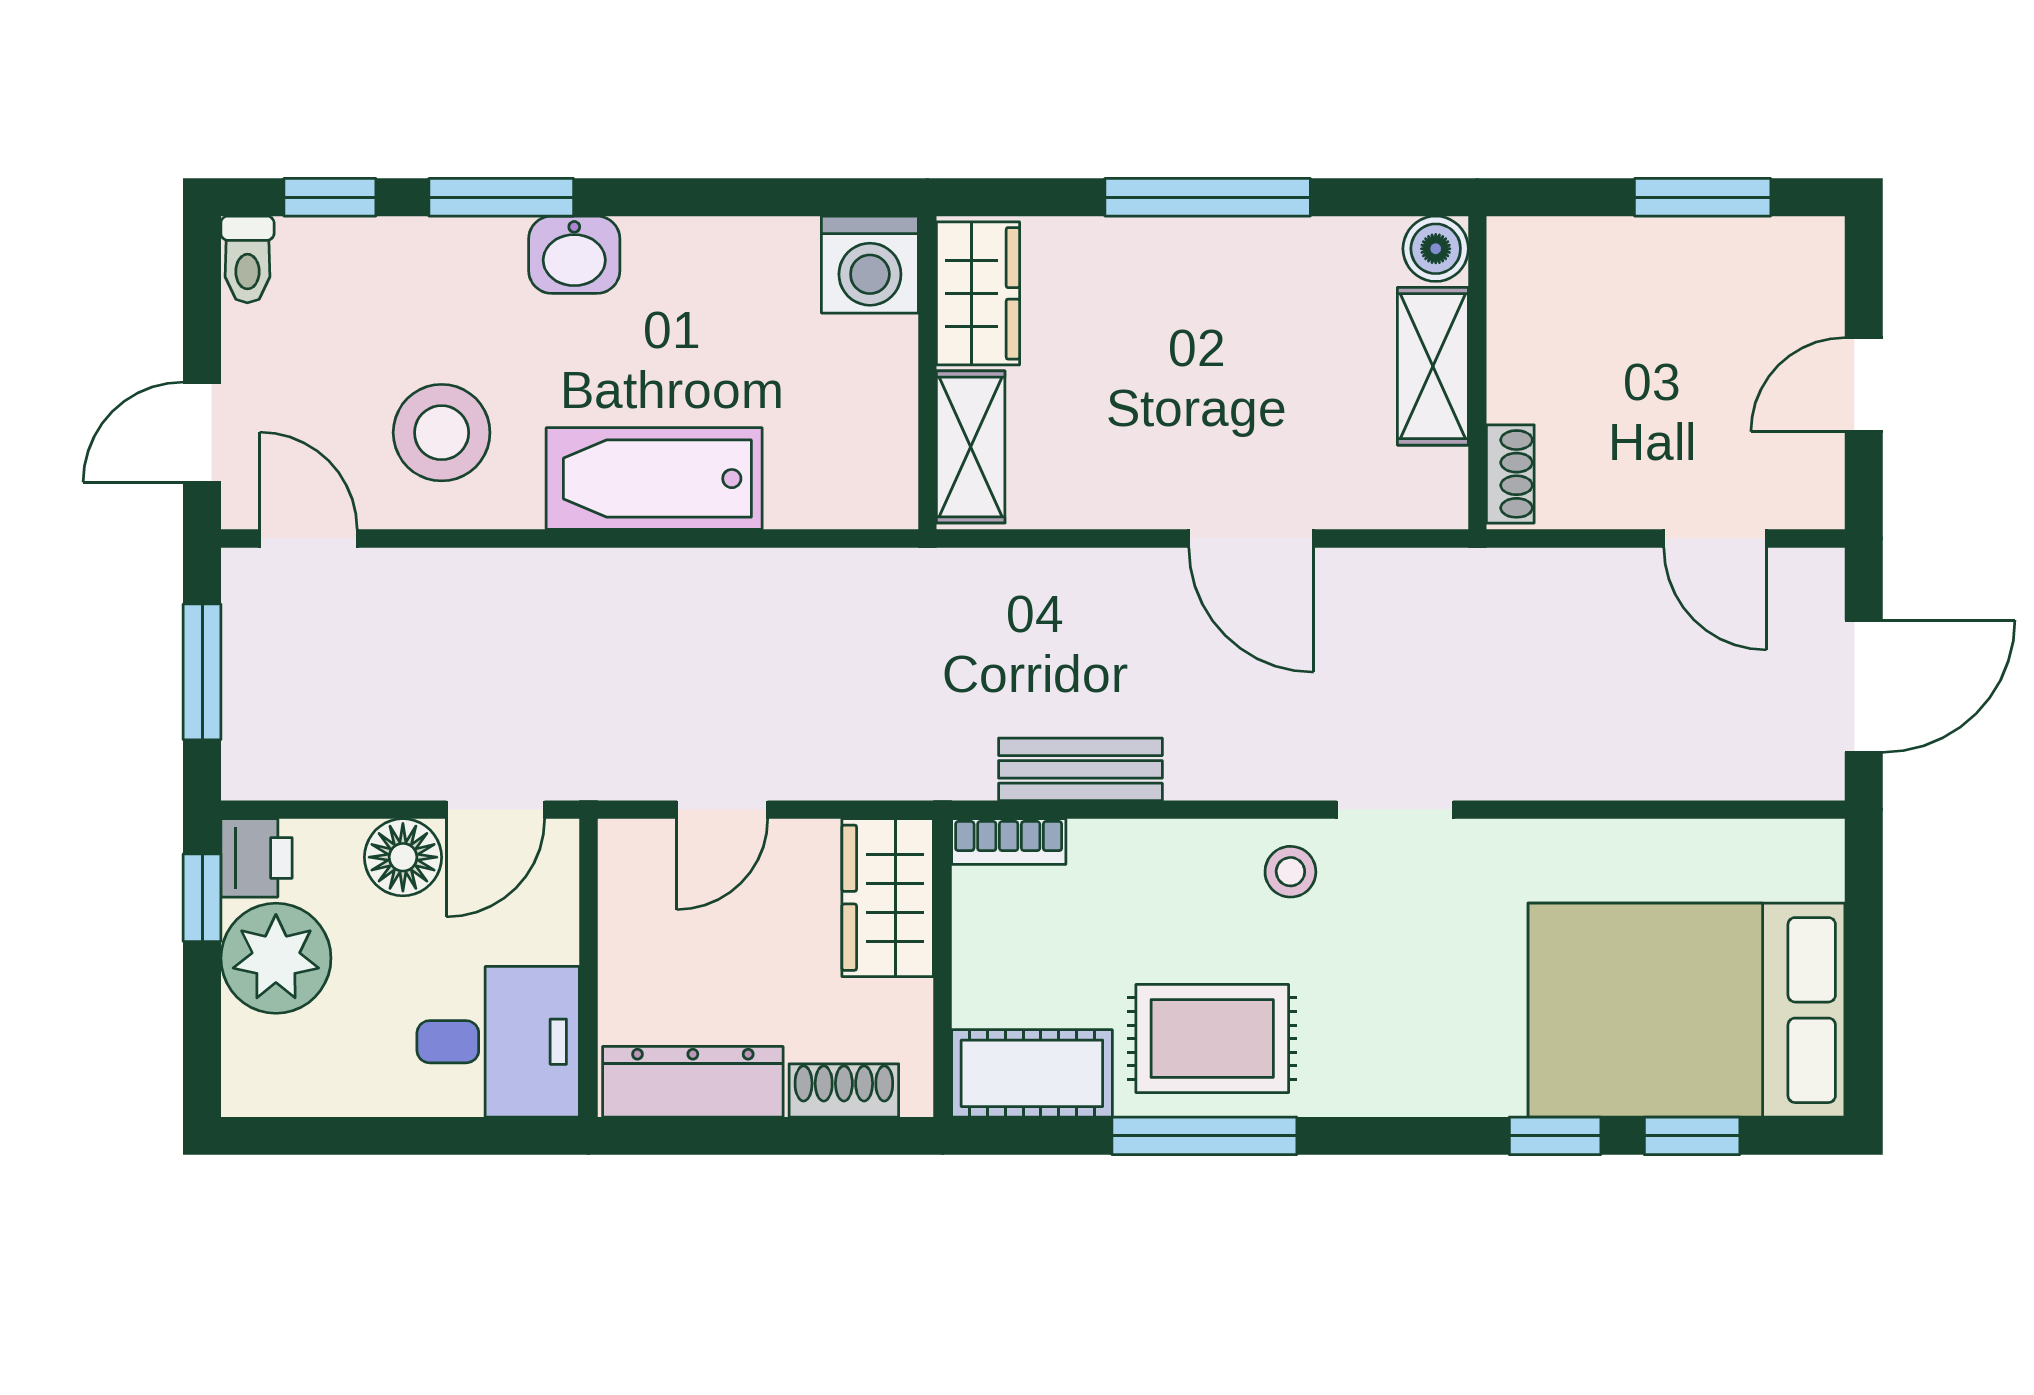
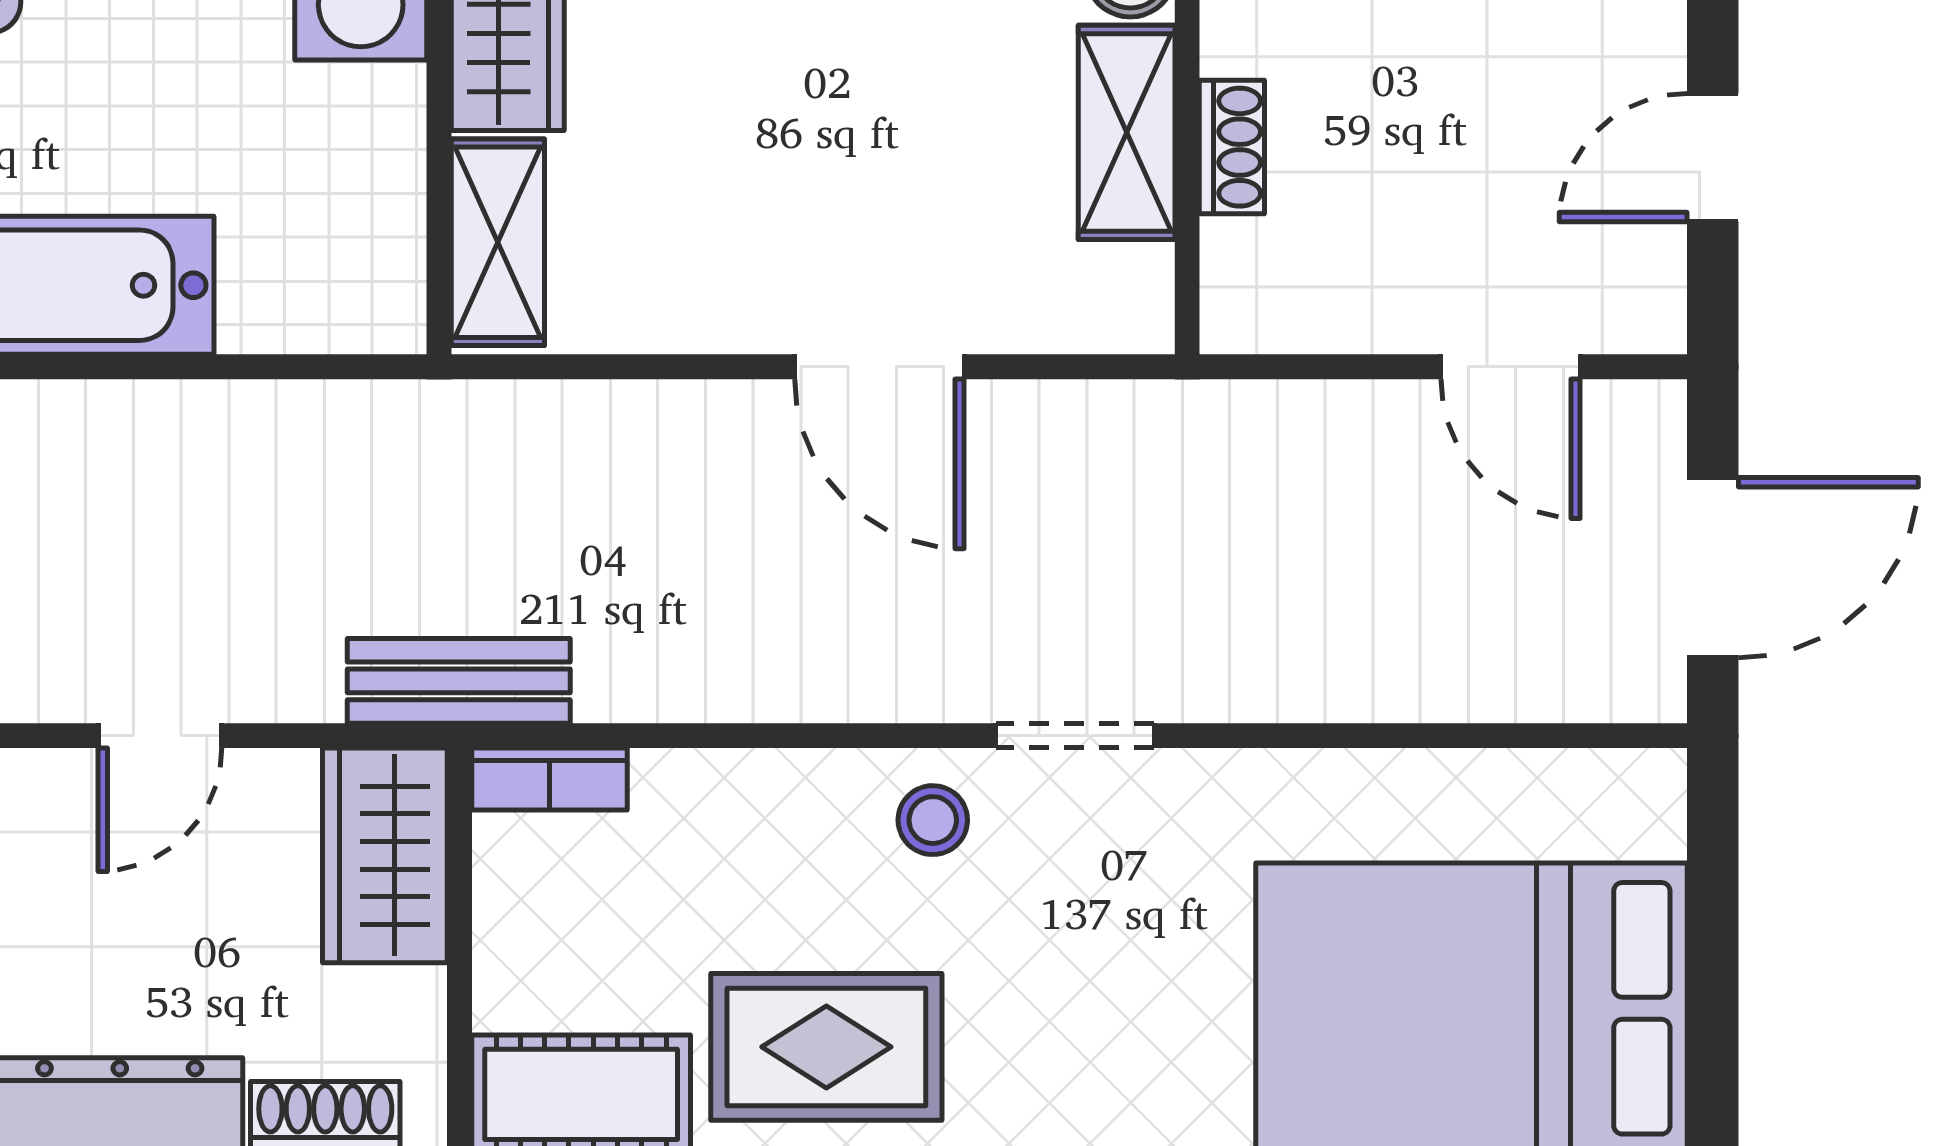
shoe rack: (1510, 474) -> (1232, 147), moved
bench: (1080, 769) -> (459, 681), moved

